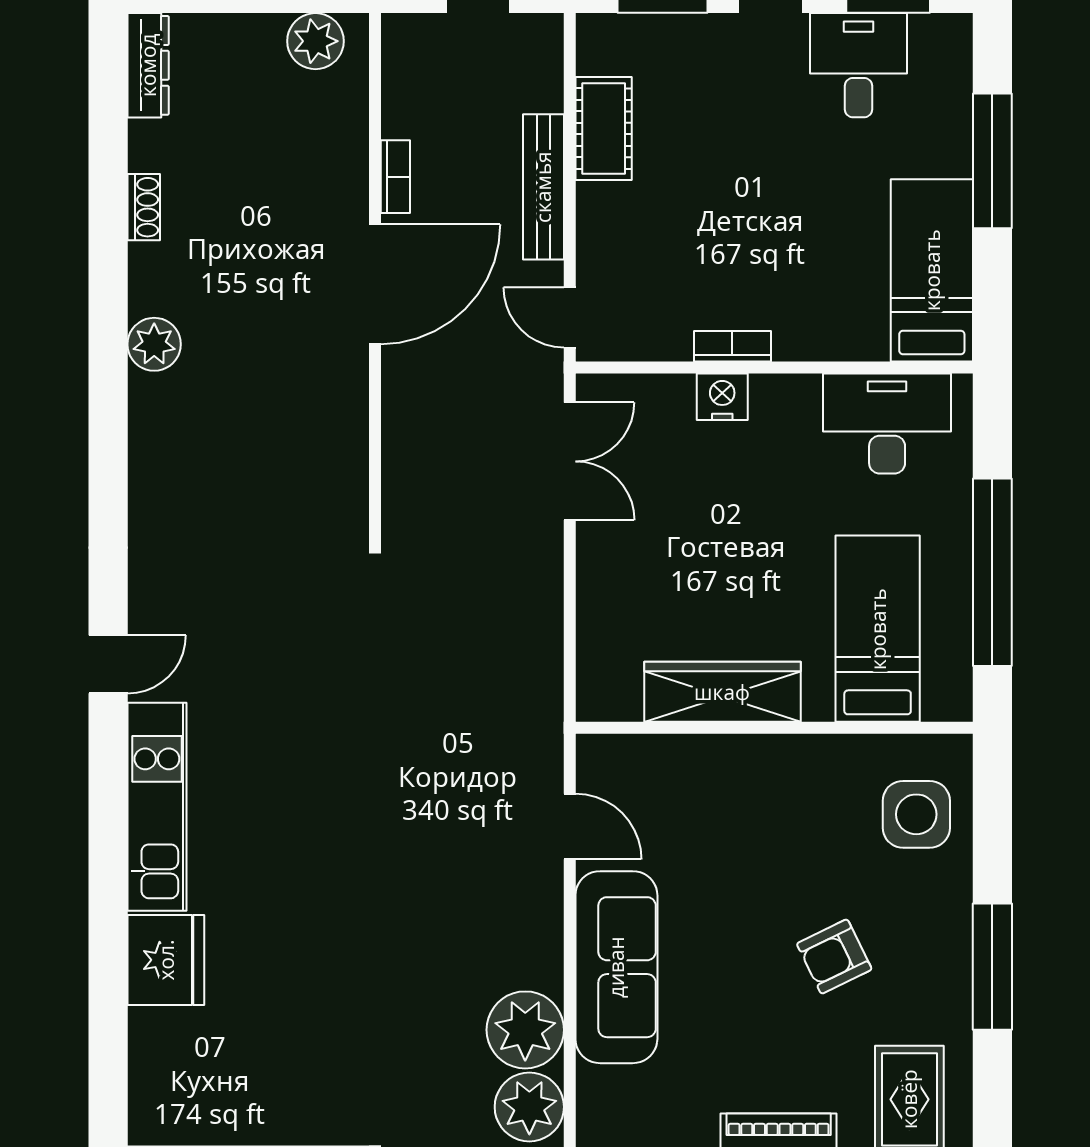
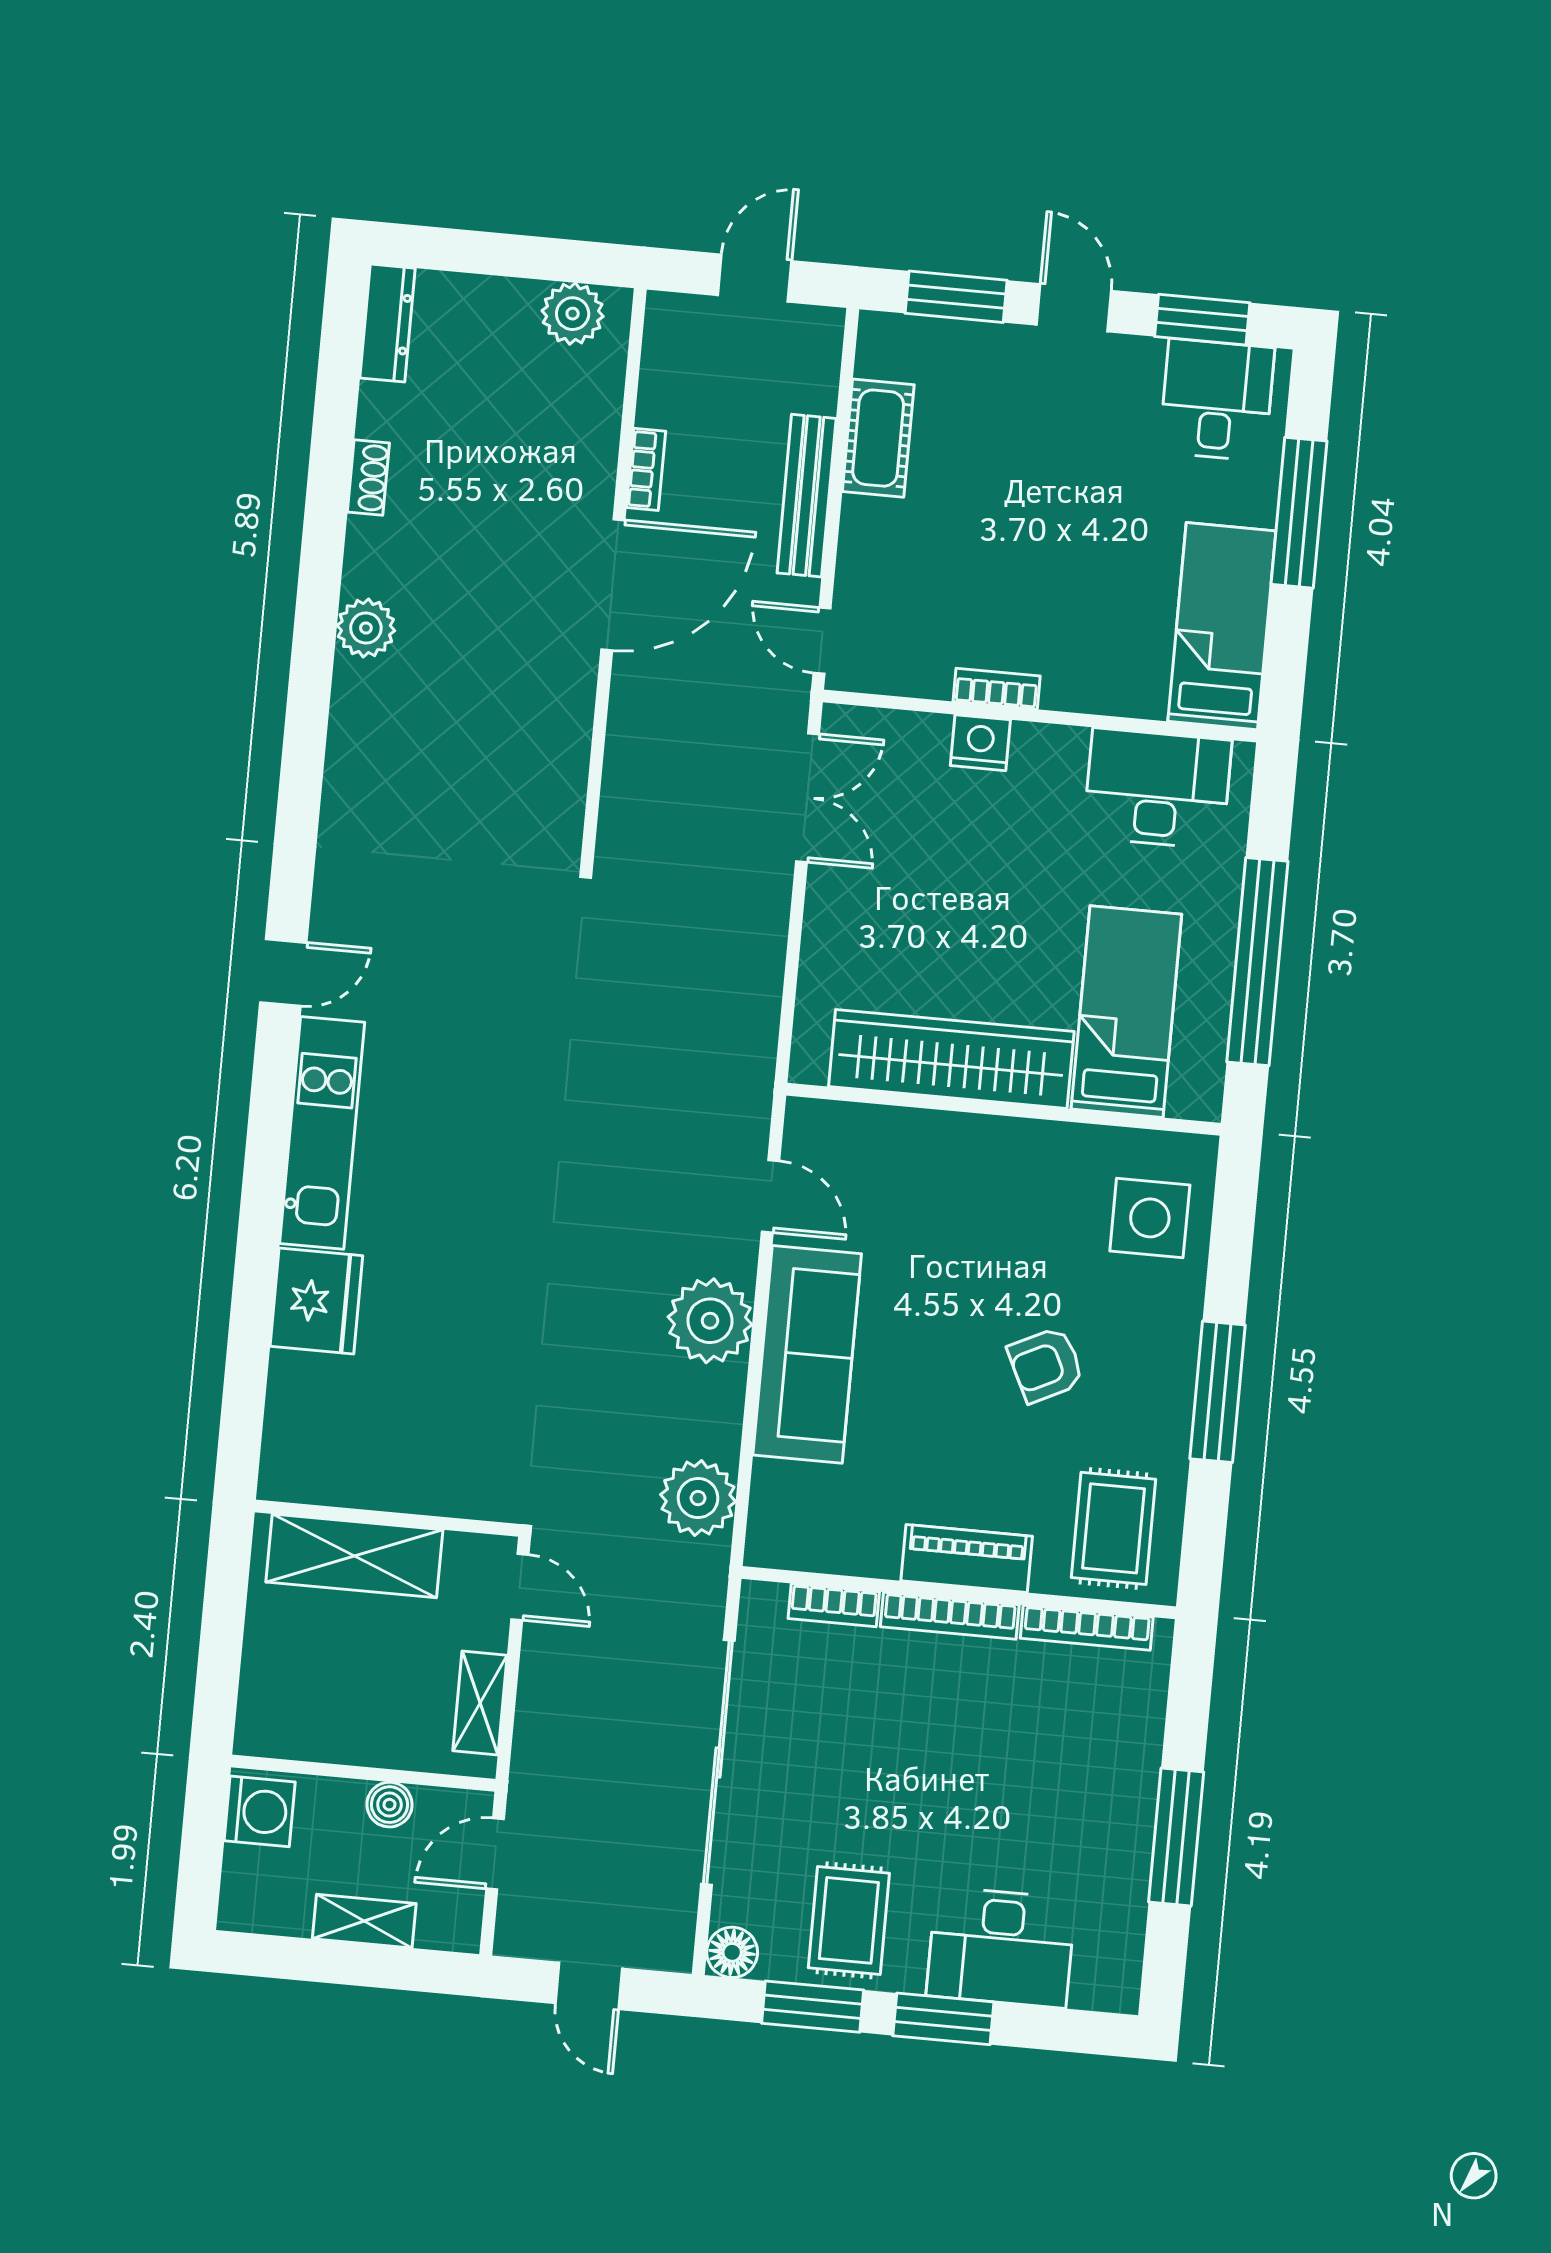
desk: (859, 65) -> (1217, 400), moved
wardrobe: (722, 692) -> (951, 1059), width x1.40, depth x1.17
plant: (525, 1030) -> (710, 1321), moved

